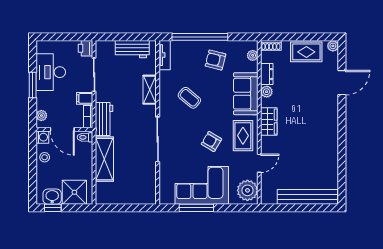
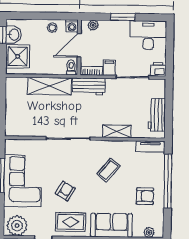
armchair: (215, 60) -> (145, 196), turned 76
desk: (51, 72) -> (148, 35), moved

